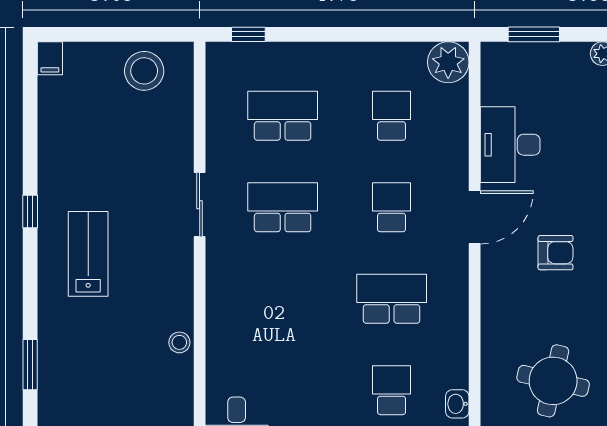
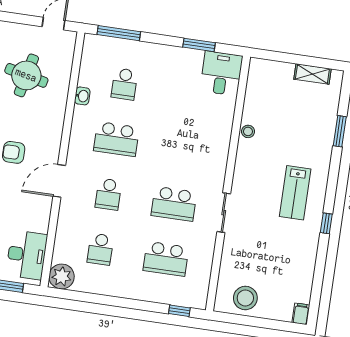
desk: (510, 145) -> (27, 255), moved
washbasin: (457, 404) -> (82, 96), moved

